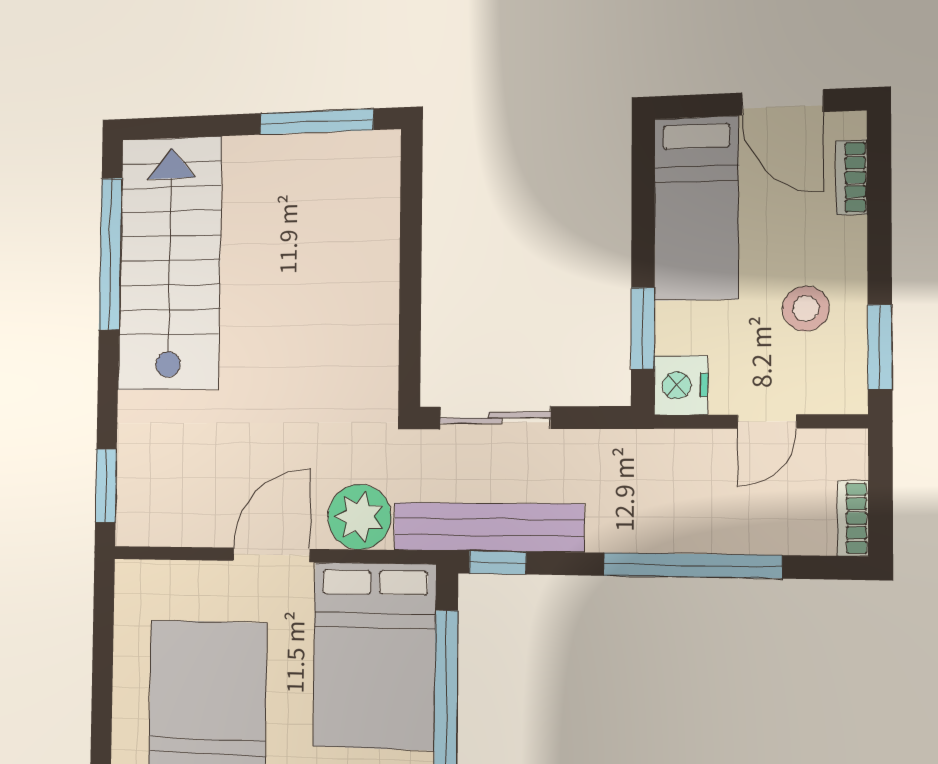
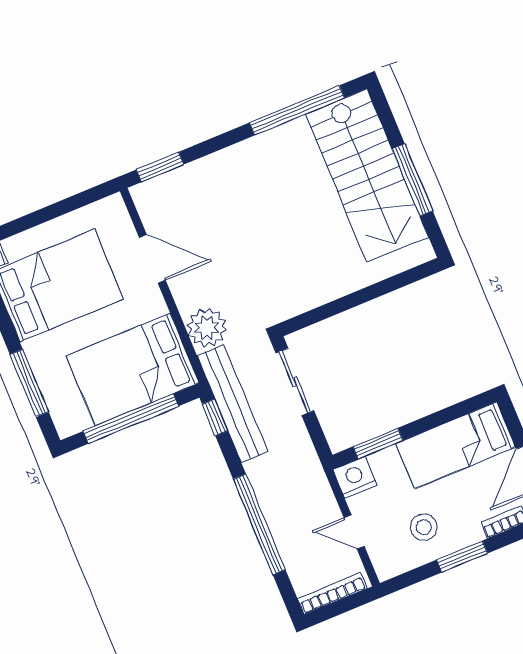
window: (317, 122) -> (412, 180), moved
stairs: (170, 263) -> (367, 176), moved, turned 90
window: (880, 347) -> (462, 556), moved
bookcase: (853, 518) -> (332, 593), width x1.56
door: (271, 555) -> (152, 259), moved

